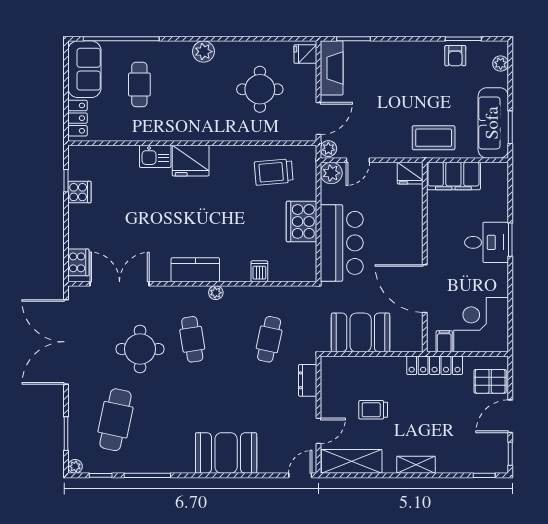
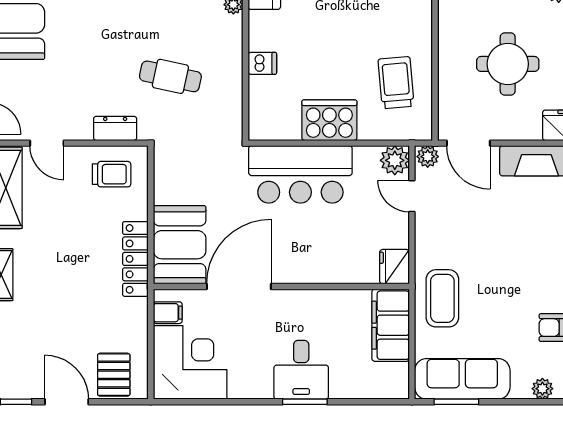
booth: (361, 332) -> (180, 245), moved
locker: (435, 365) -> (135, 259), moved
trolley: (373, 410) -> (112, 174), moved, turned 90

